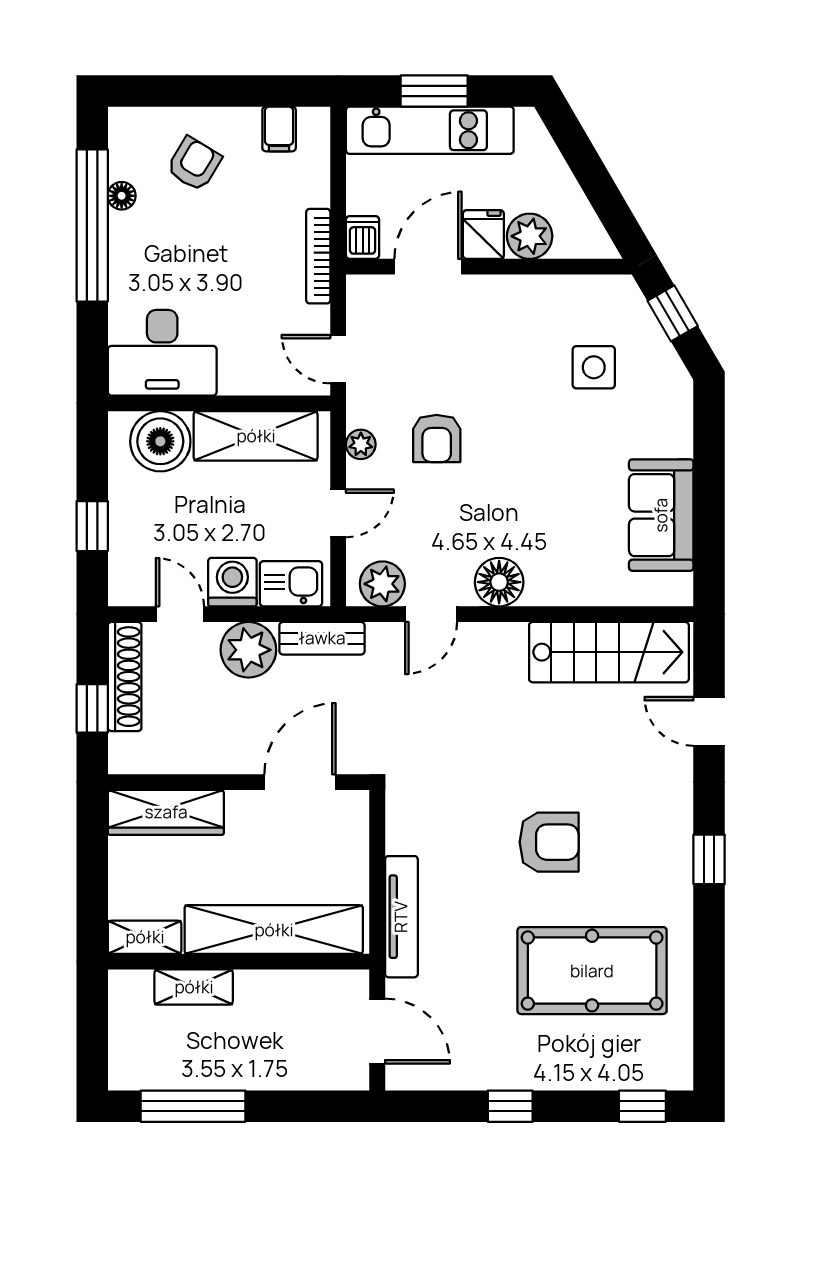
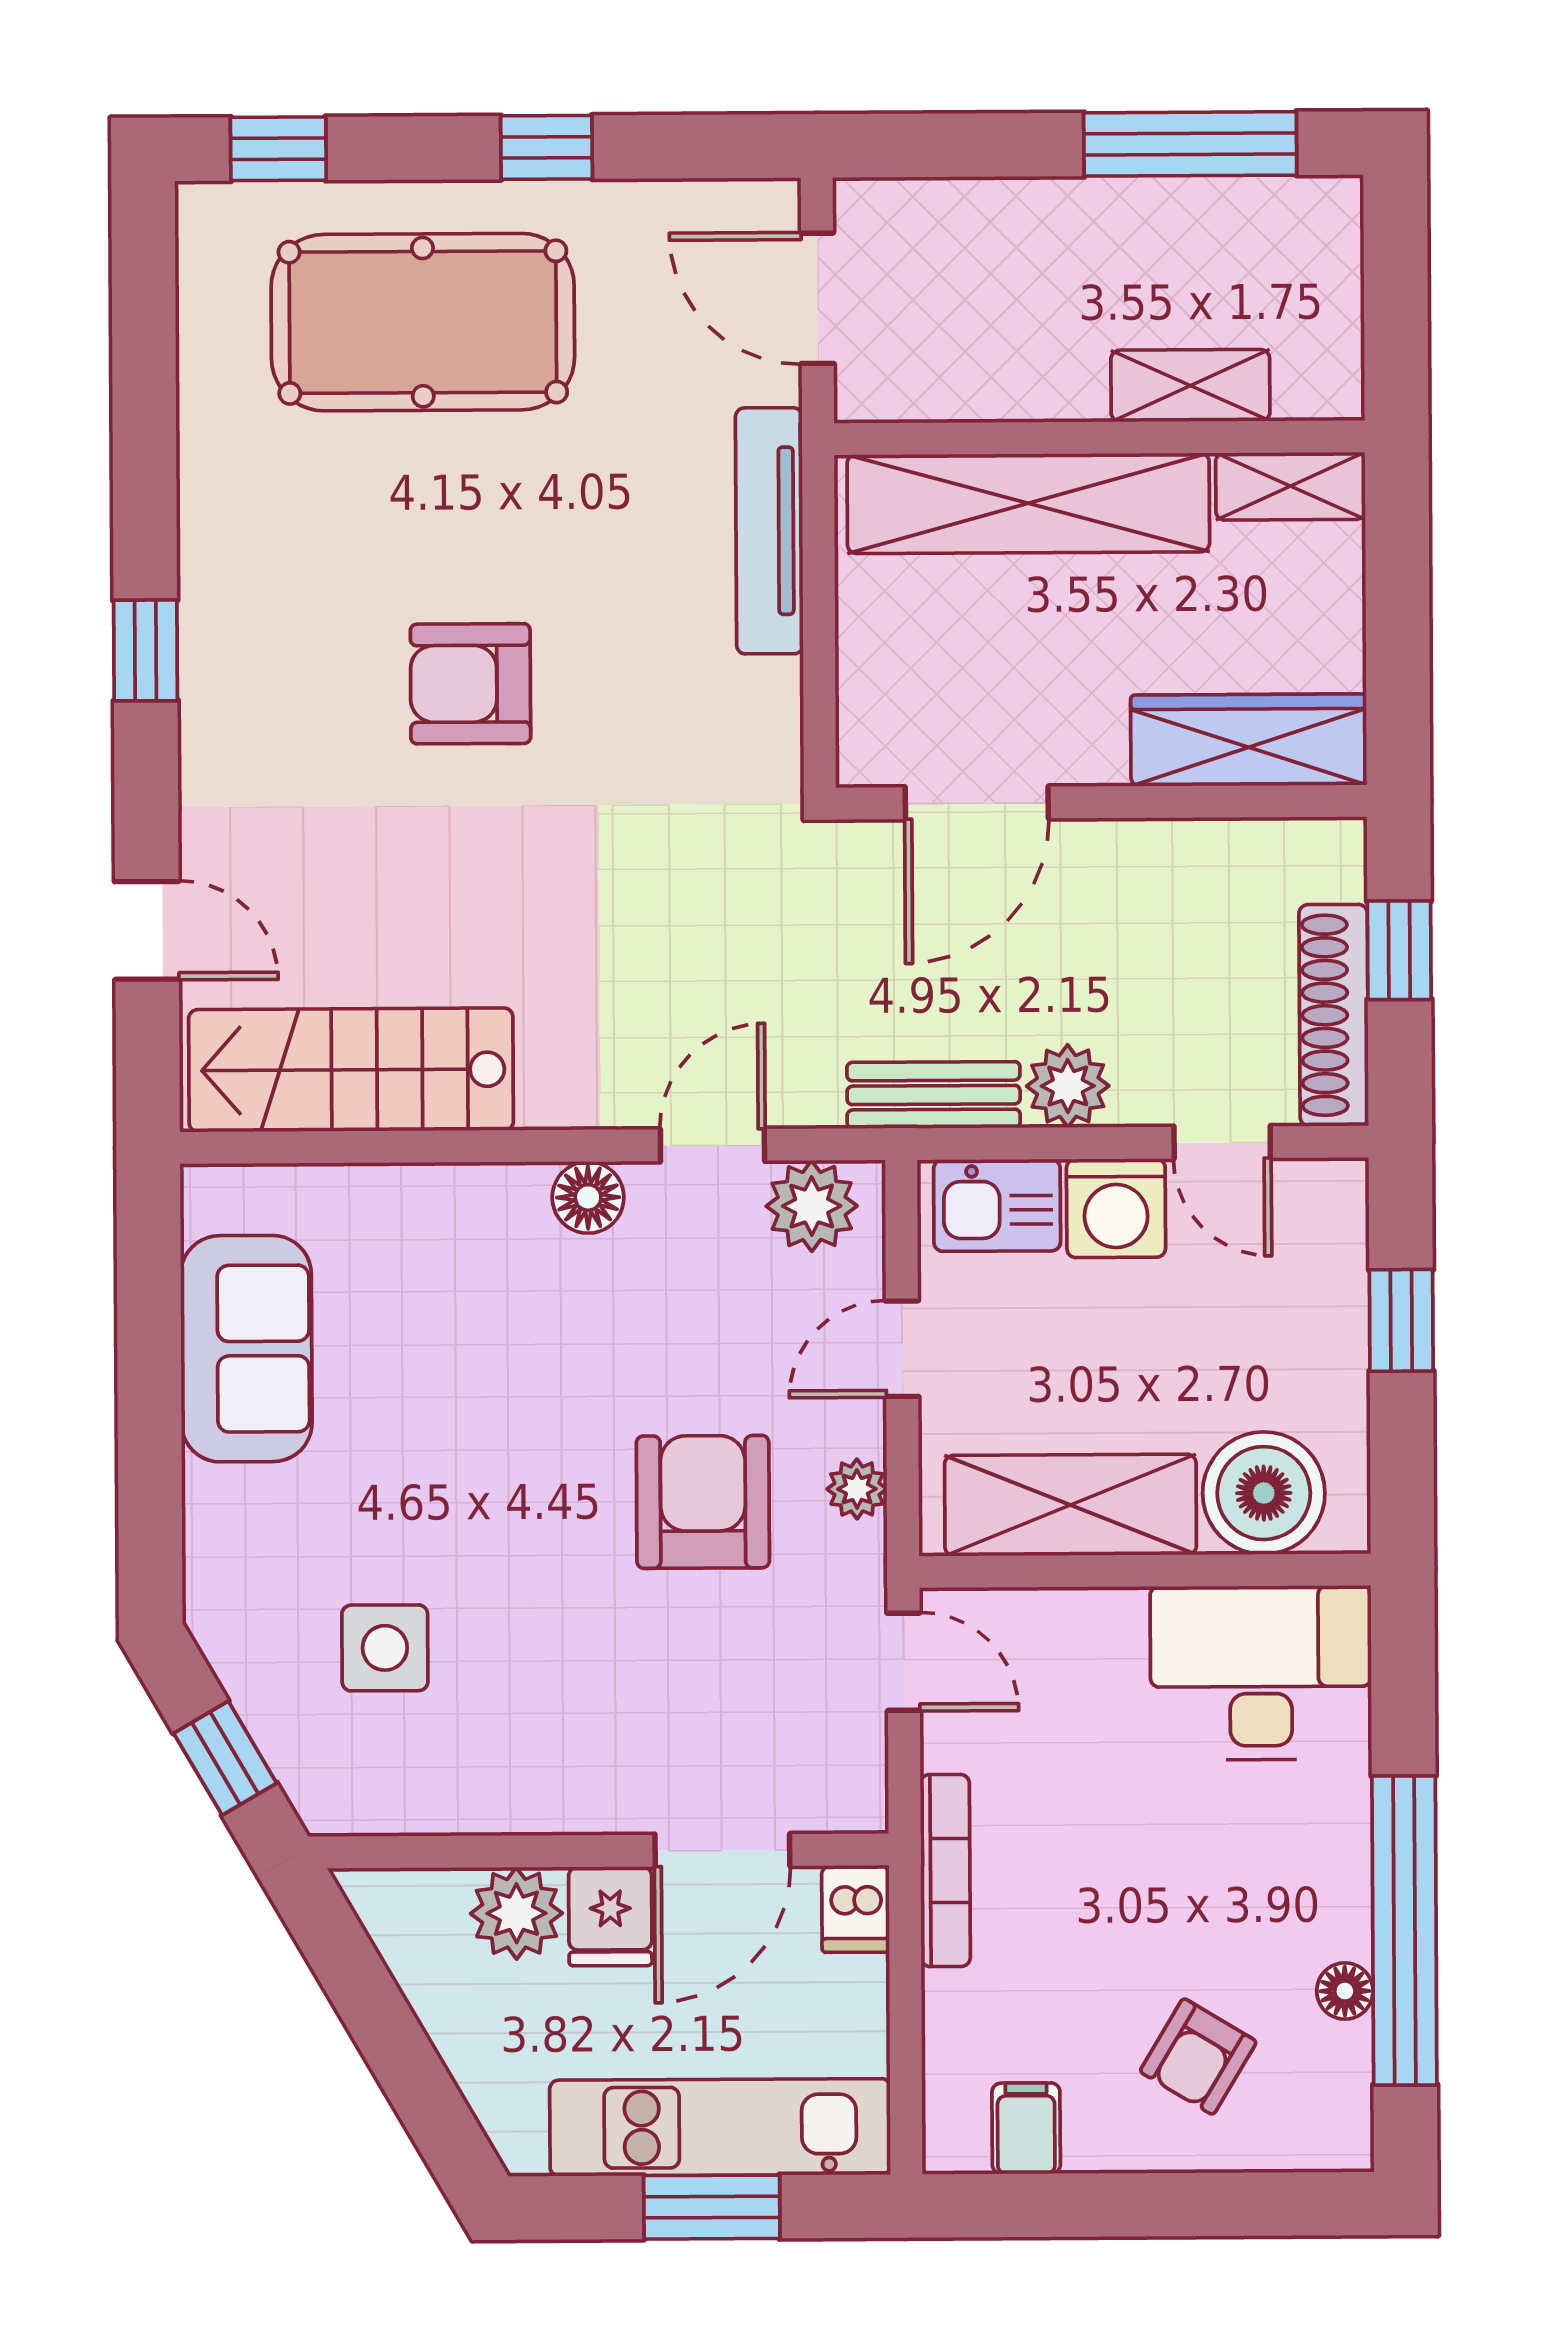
armchair: (437, 438) -> (703, 1502), width x1.38, depth x1.38
floor lamp: (499, 582) -> (588, 1197), width x0.73, depth x0.73
plant: (248, 650) -> (1068, 1086), width x0.73, depth x0.73
pool table: (592, 971) -> (423, 322), moved

